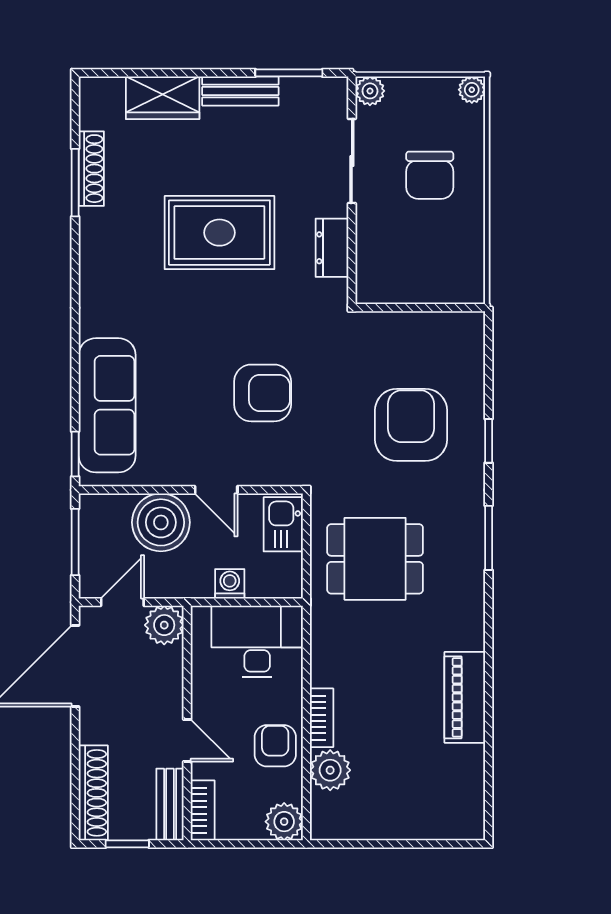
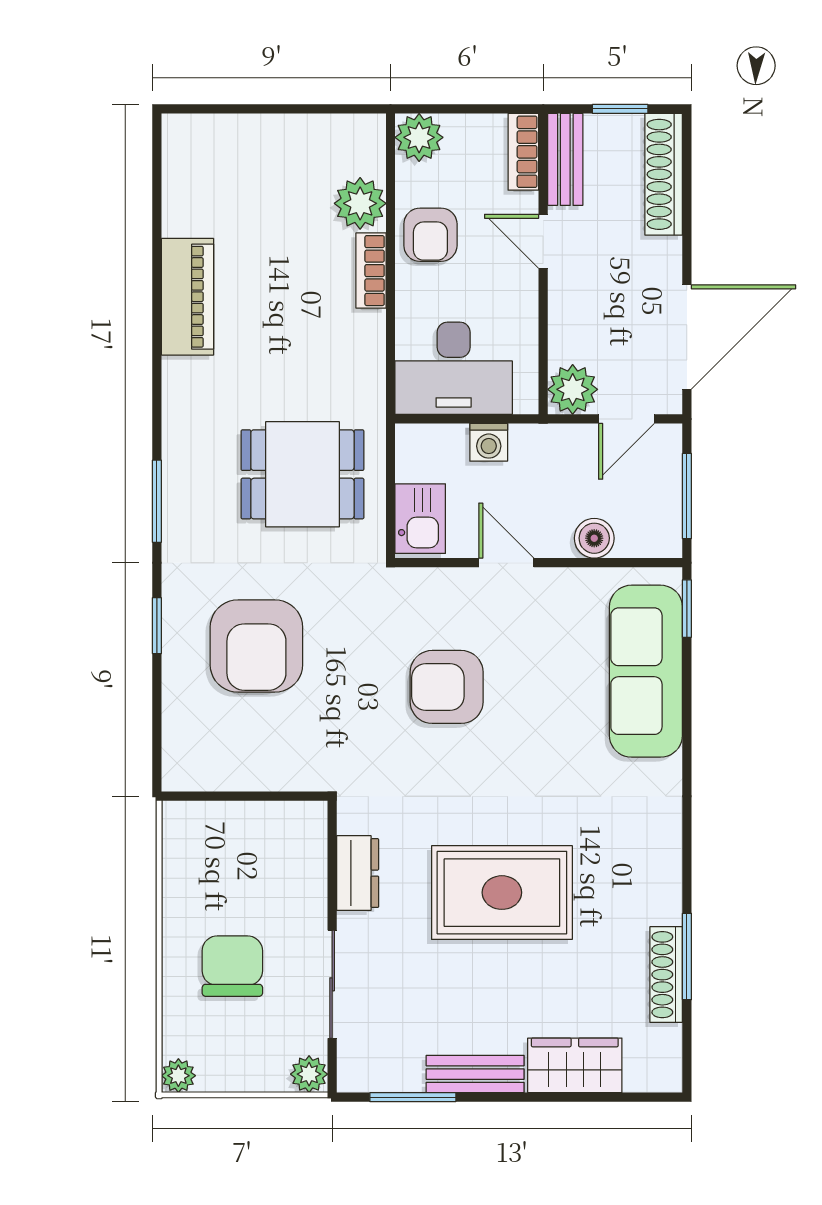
boiler: (161, 522) -> (594, 538), width x0.54, depth x0.54

